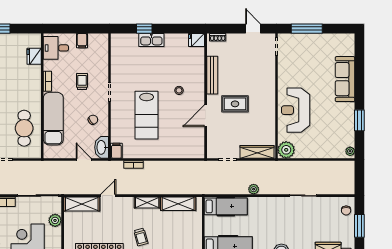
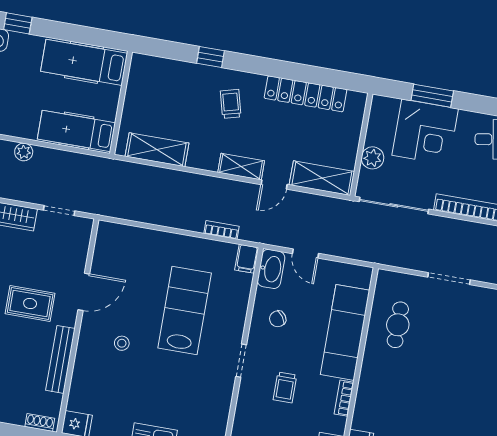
cafe table: (24, 128) -> (398, 325), width x0.73, depth x0.74
shelving: (147, 202) -> (241, 167), moved

